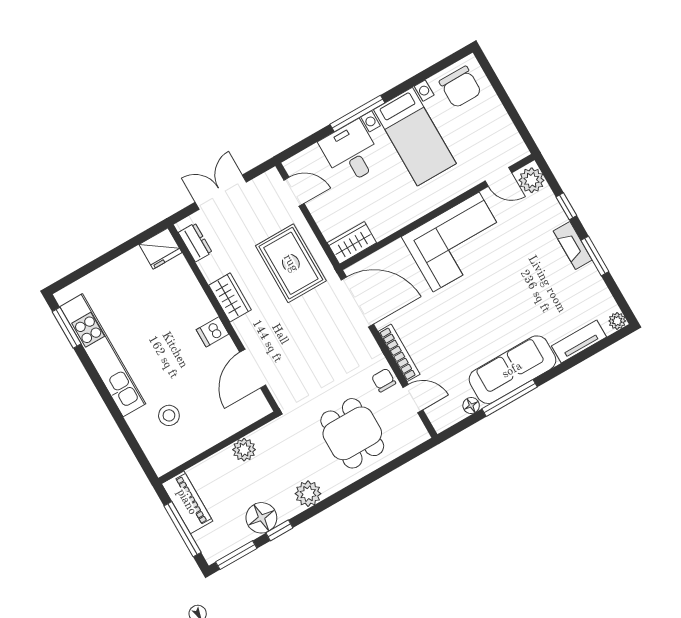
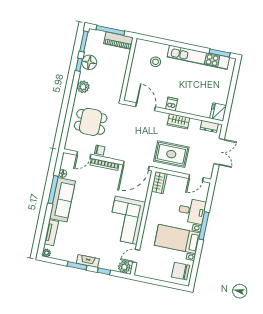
plant: (244, 450) -> (119, 78), removed

